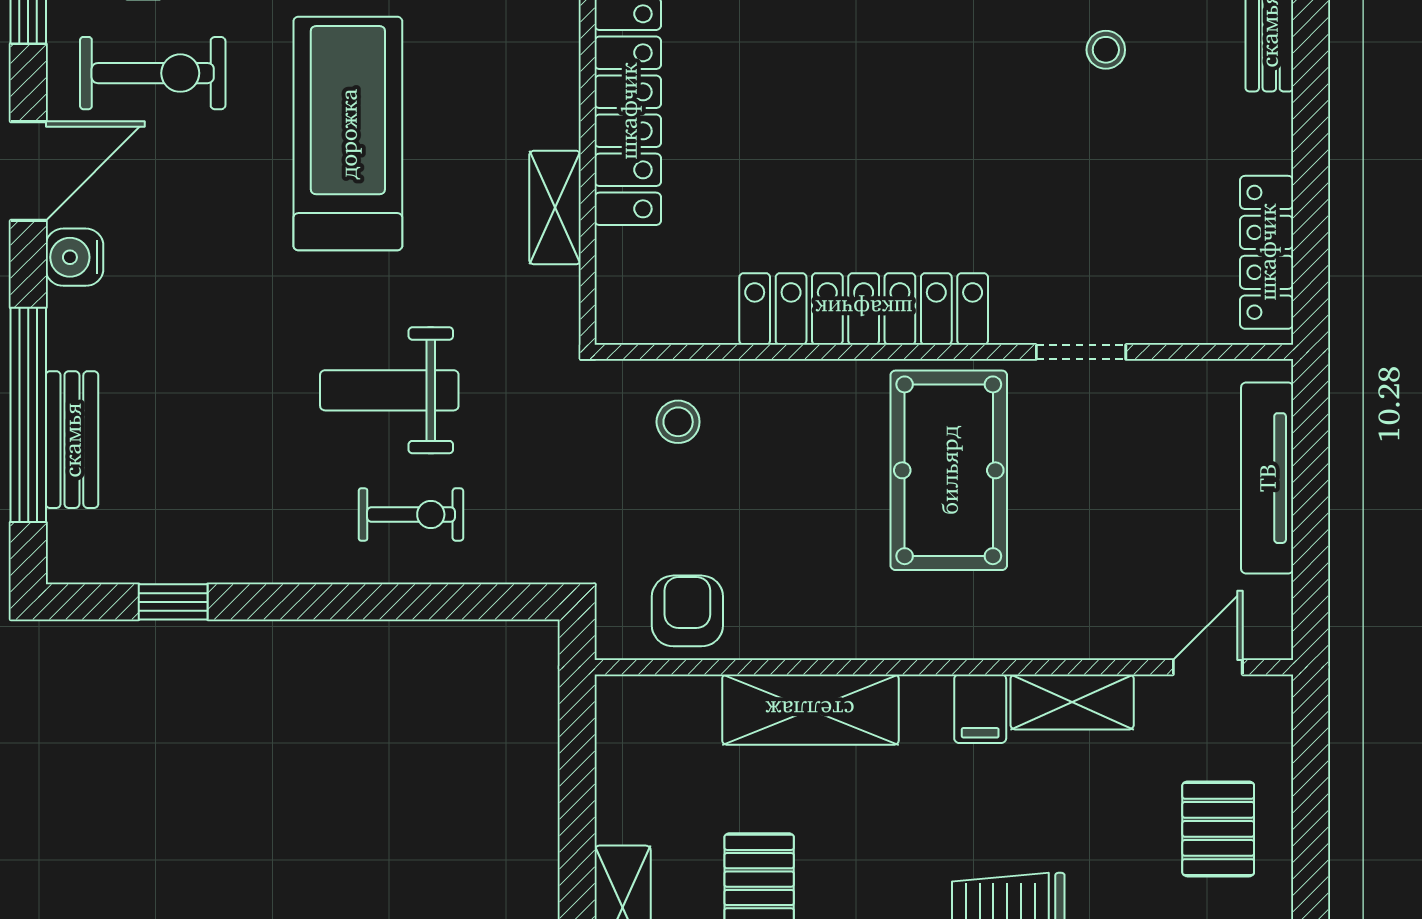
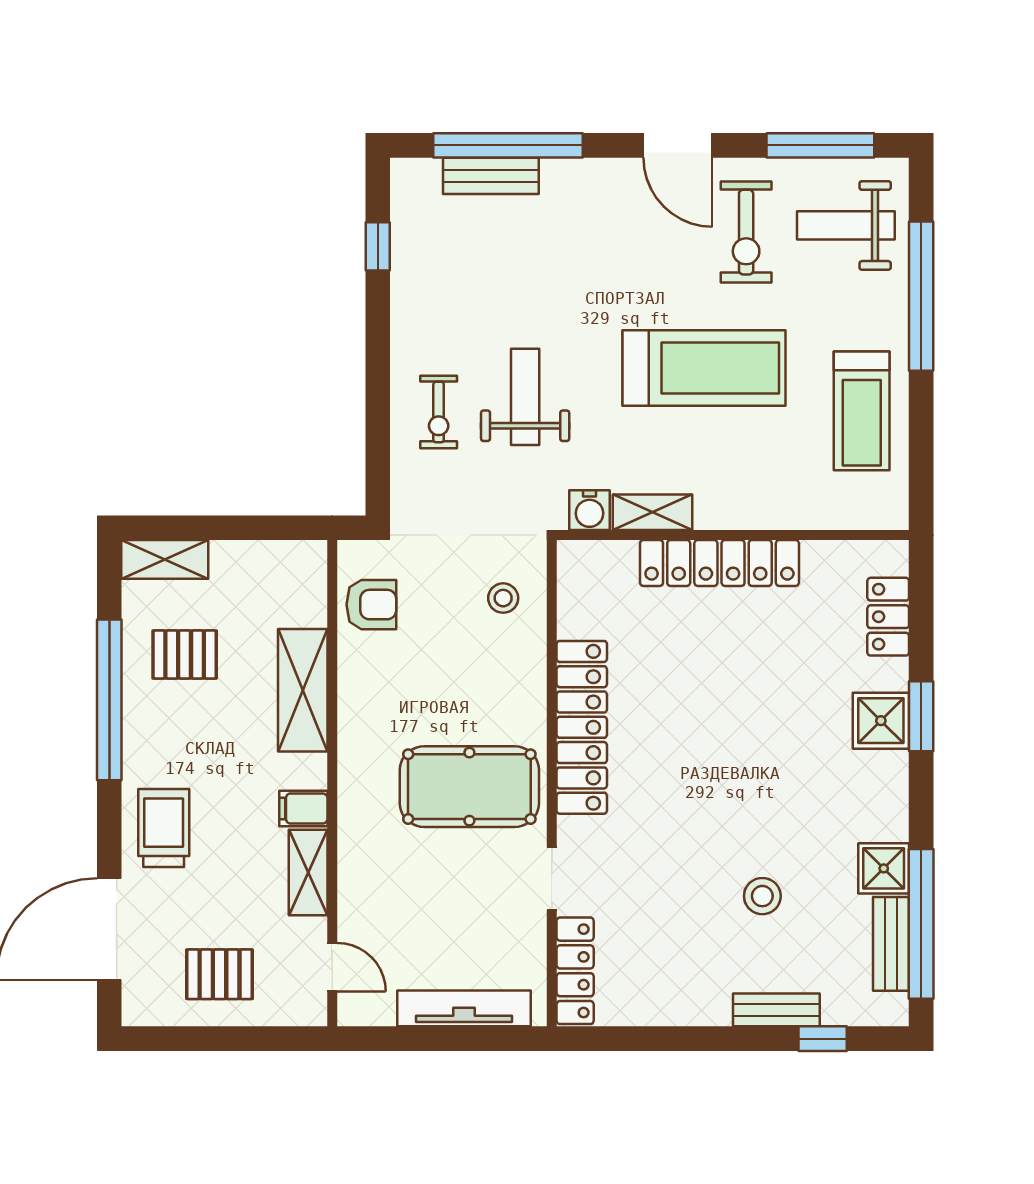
stool: (1106, 50) -> (762, 896), width x1.37, depth x1.37
locker: (1267, 252) -> (575, 971), moved, turned 90
water cooler: (74, 257) -> (590, 510), moved, turned 180

